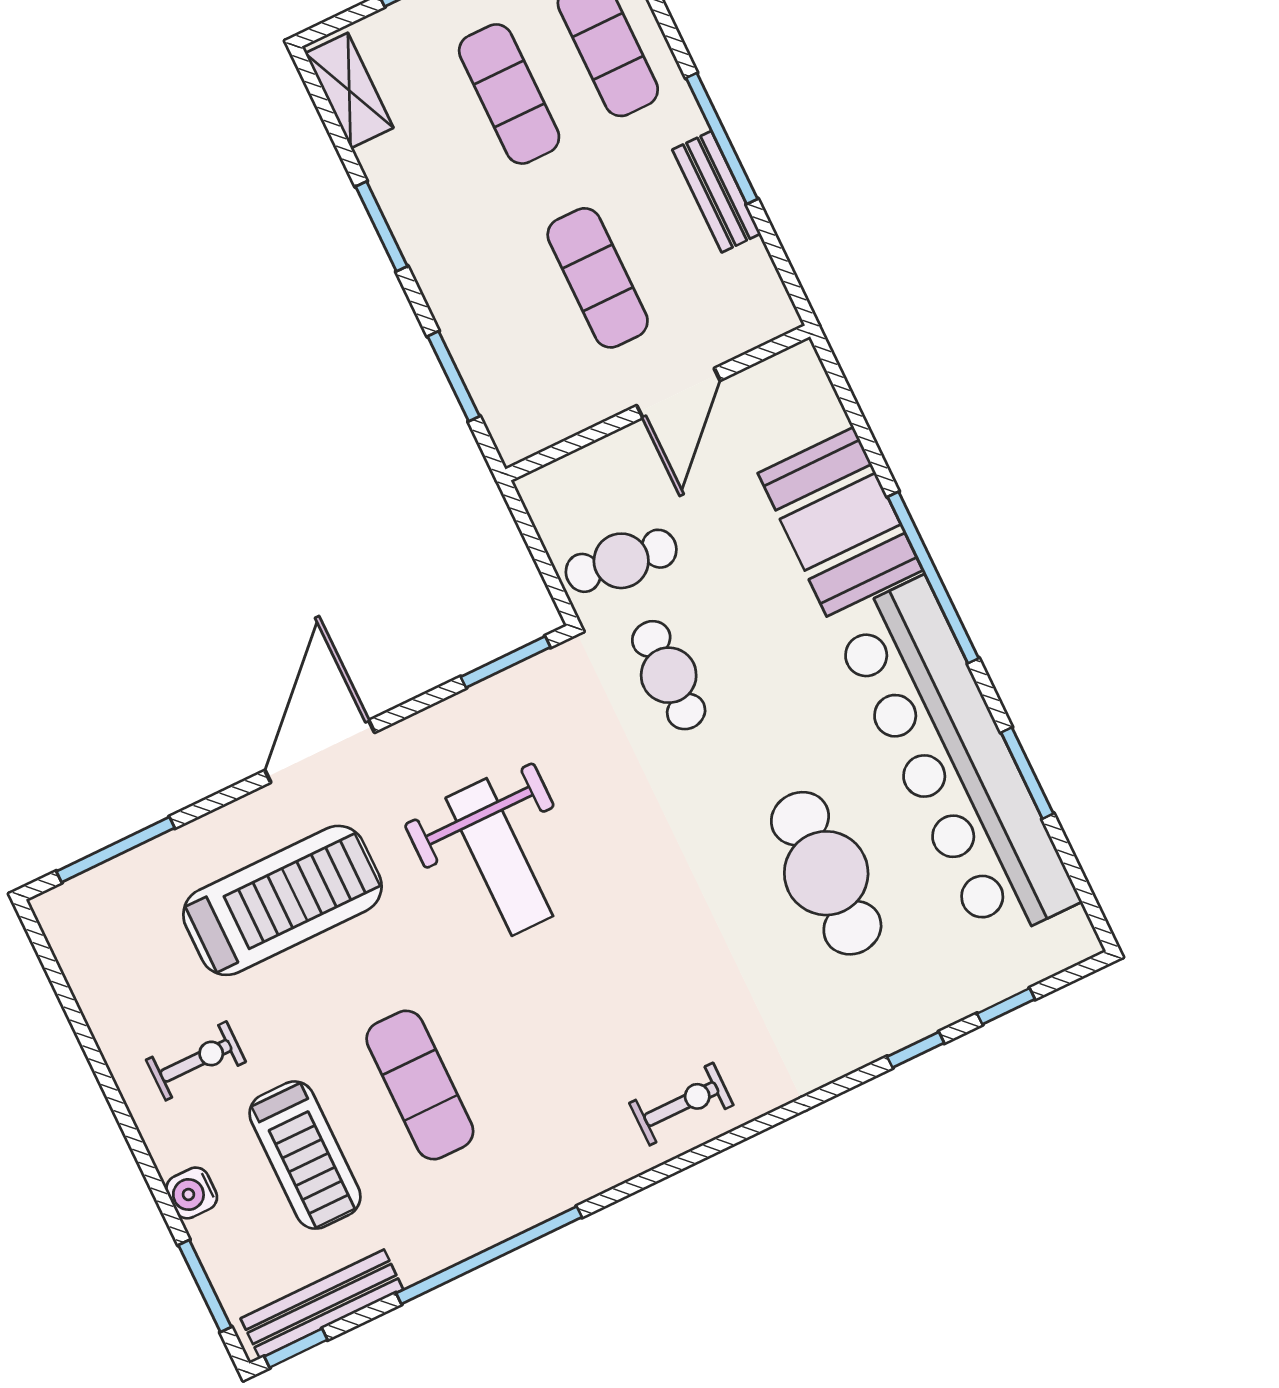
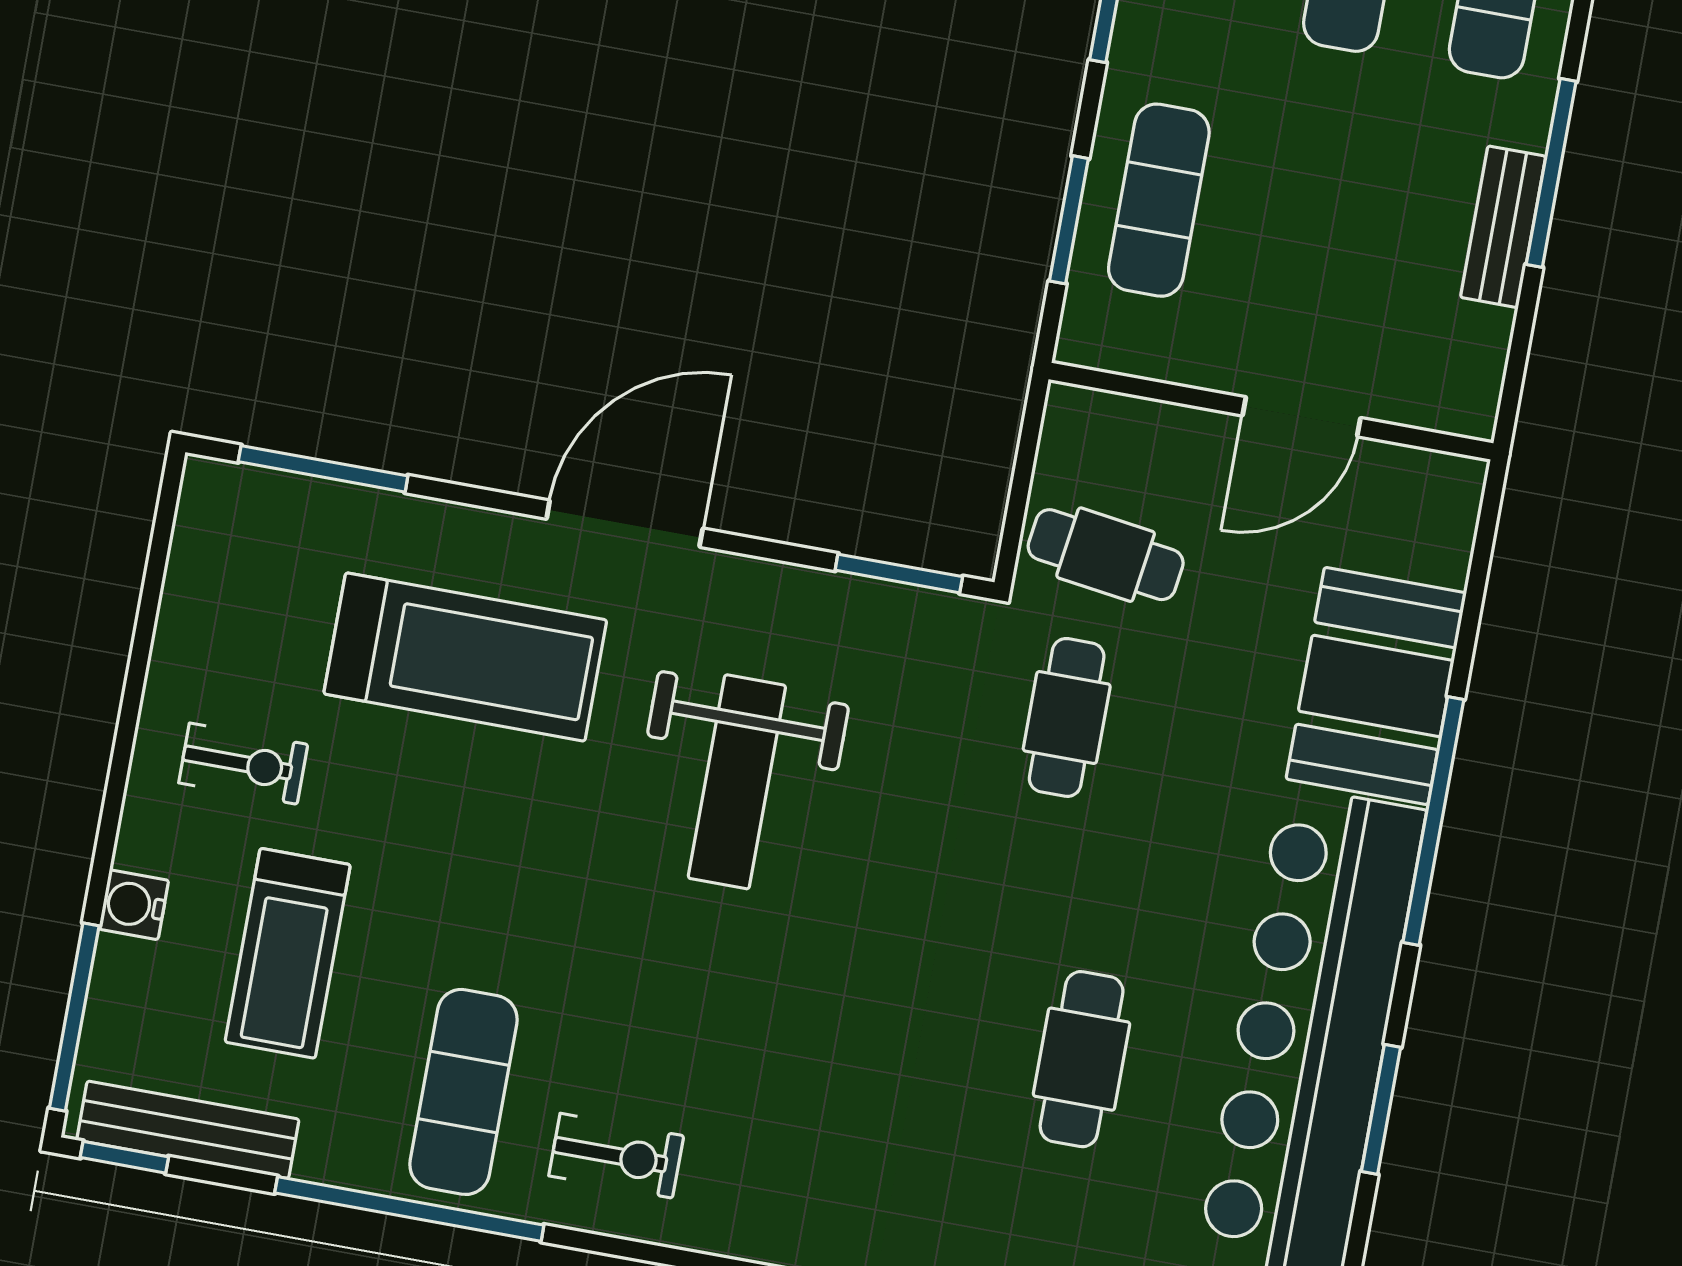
exercise mat: (598, 278) -> (1159, 200), moved
cafe table: (826, 873) -> (1082, 1059), width x0.73, depth x0.74
exercise mat: (420, 1085) -> (464, 1092), moved
exercise bike: (681, 1104) -> (616, 1156), moved
window: (205, 1286) -> (74, 1017), width x1.44

